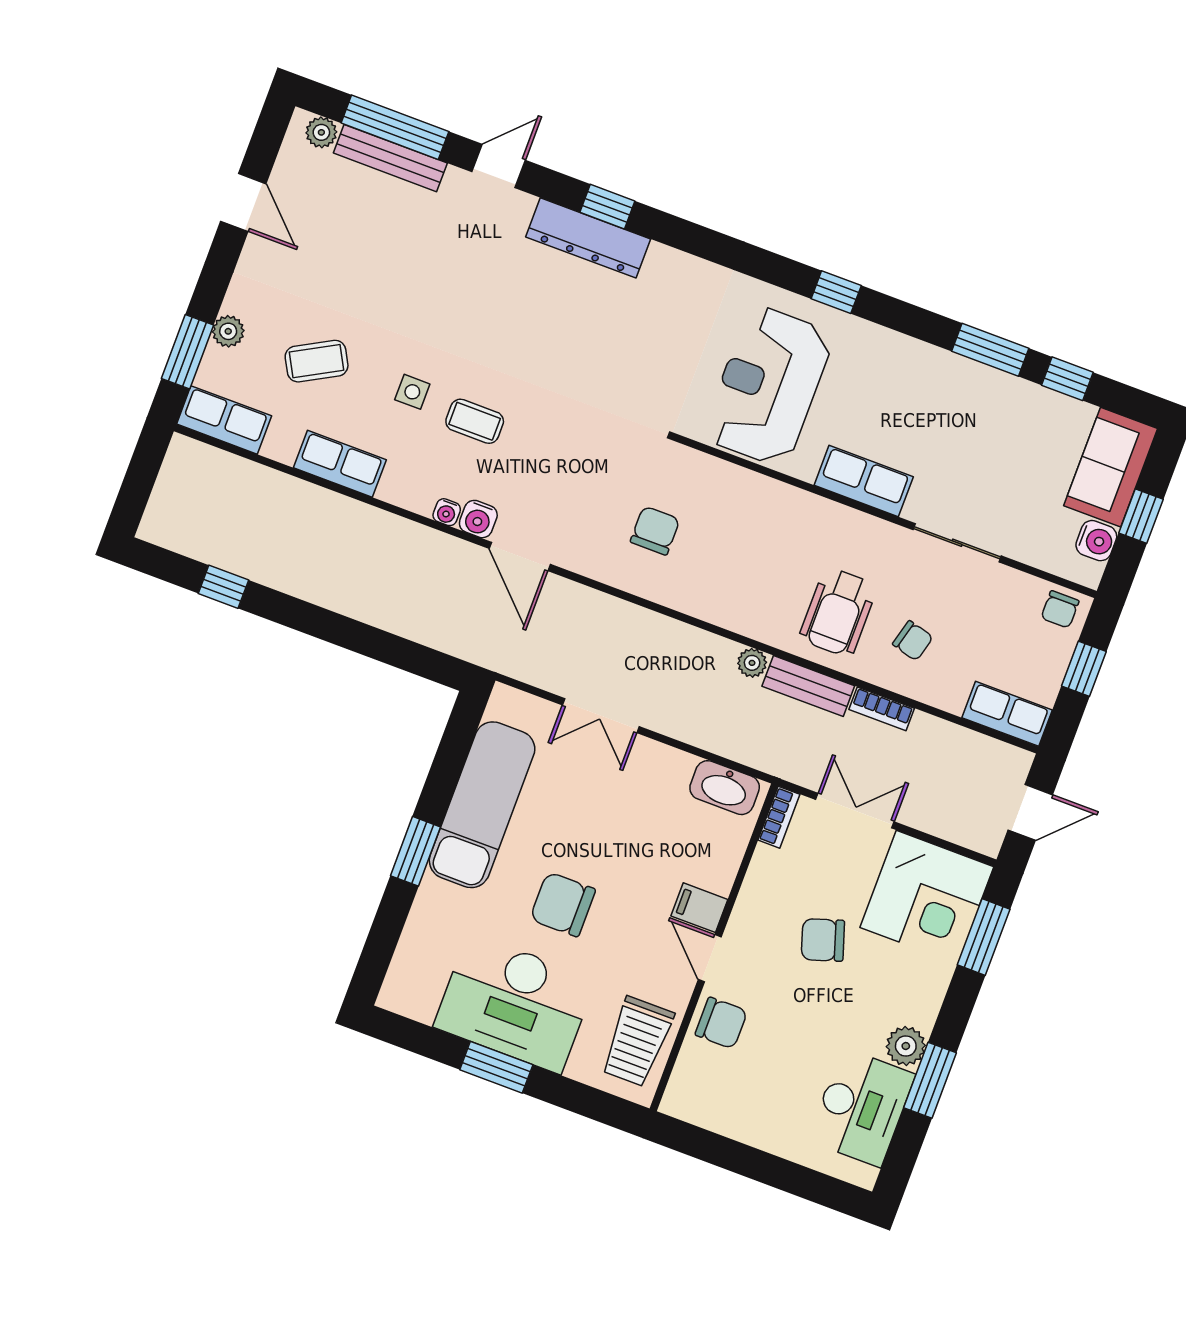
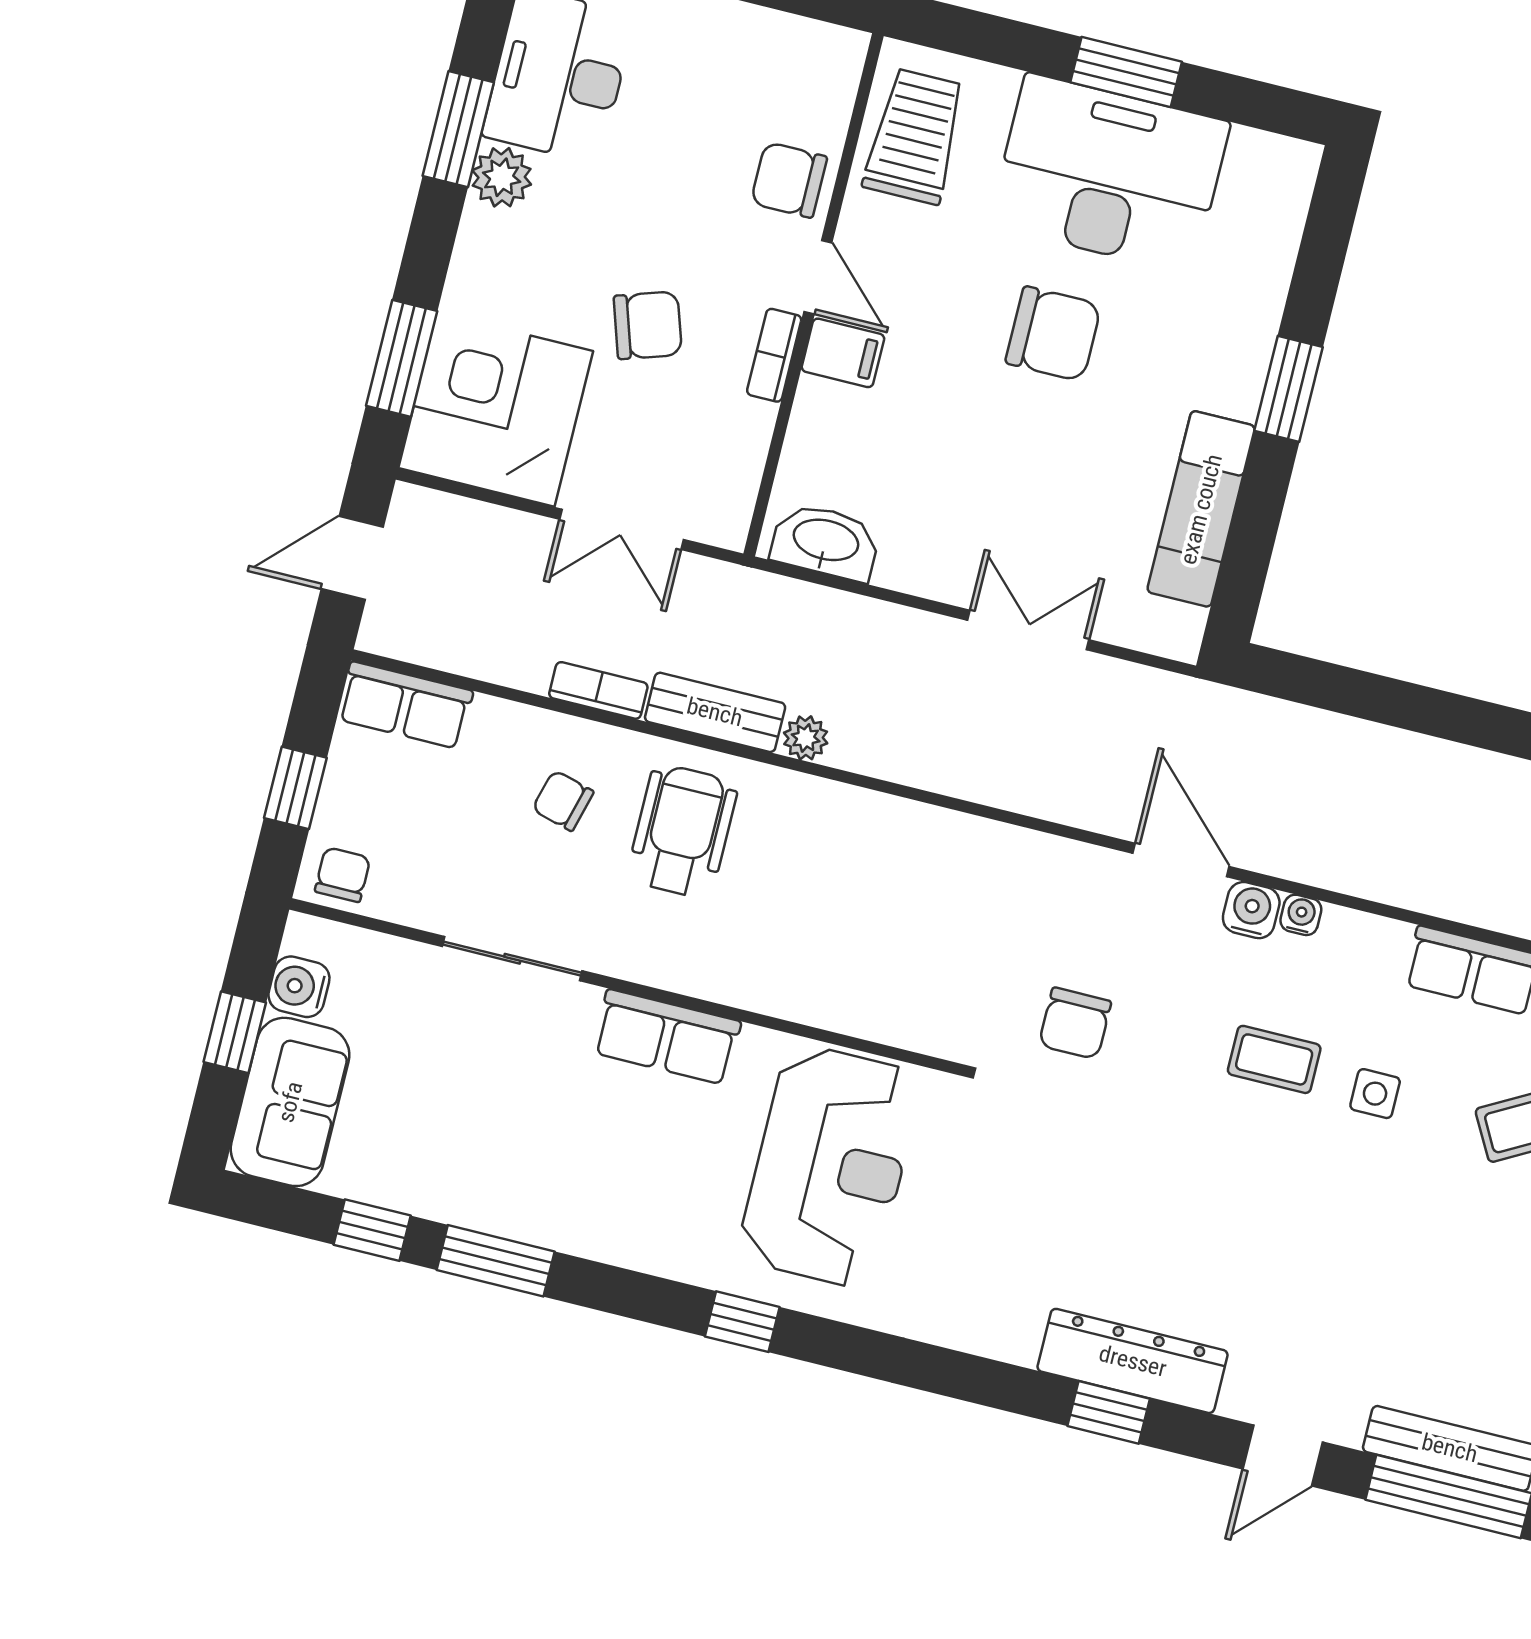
chair: (655, 531) -> (1075, 1023), moved
exam couch: (482, 805) -> (1201, 509), width x0.73, depth x0.69
bookcase: (779, 817) -> (774, 355), moved

